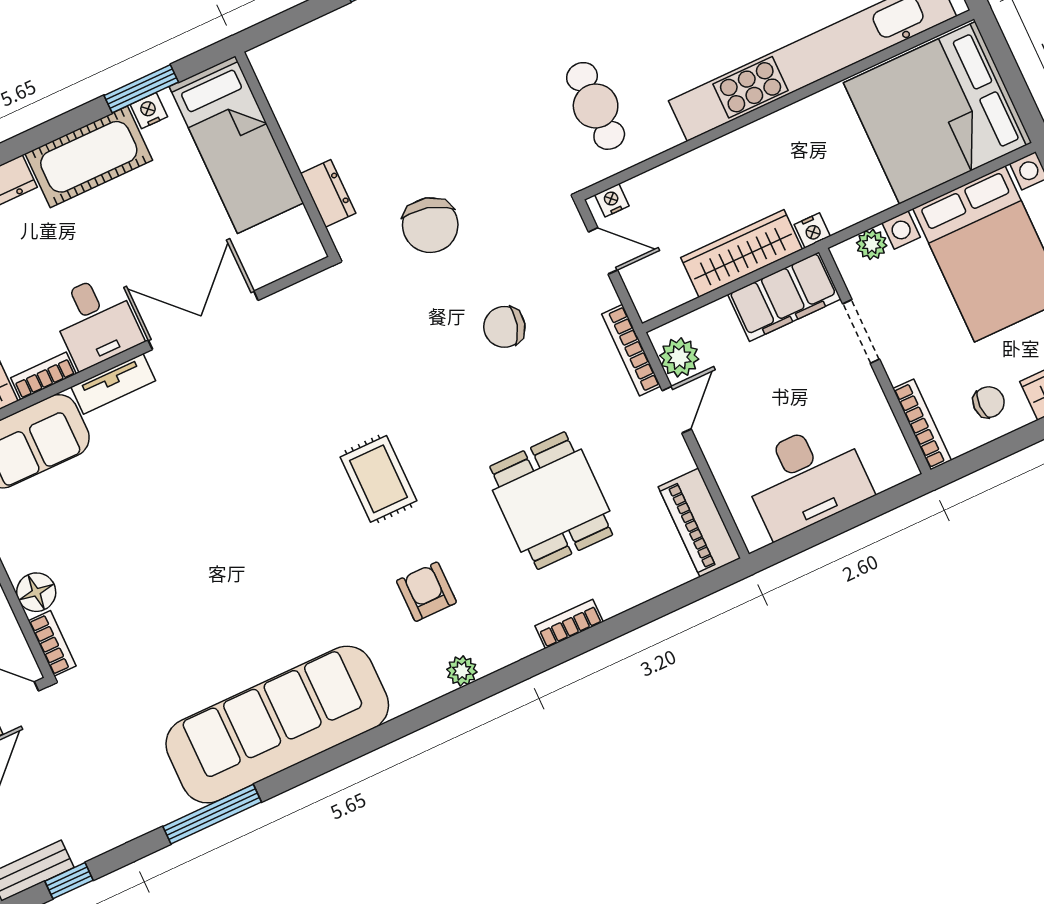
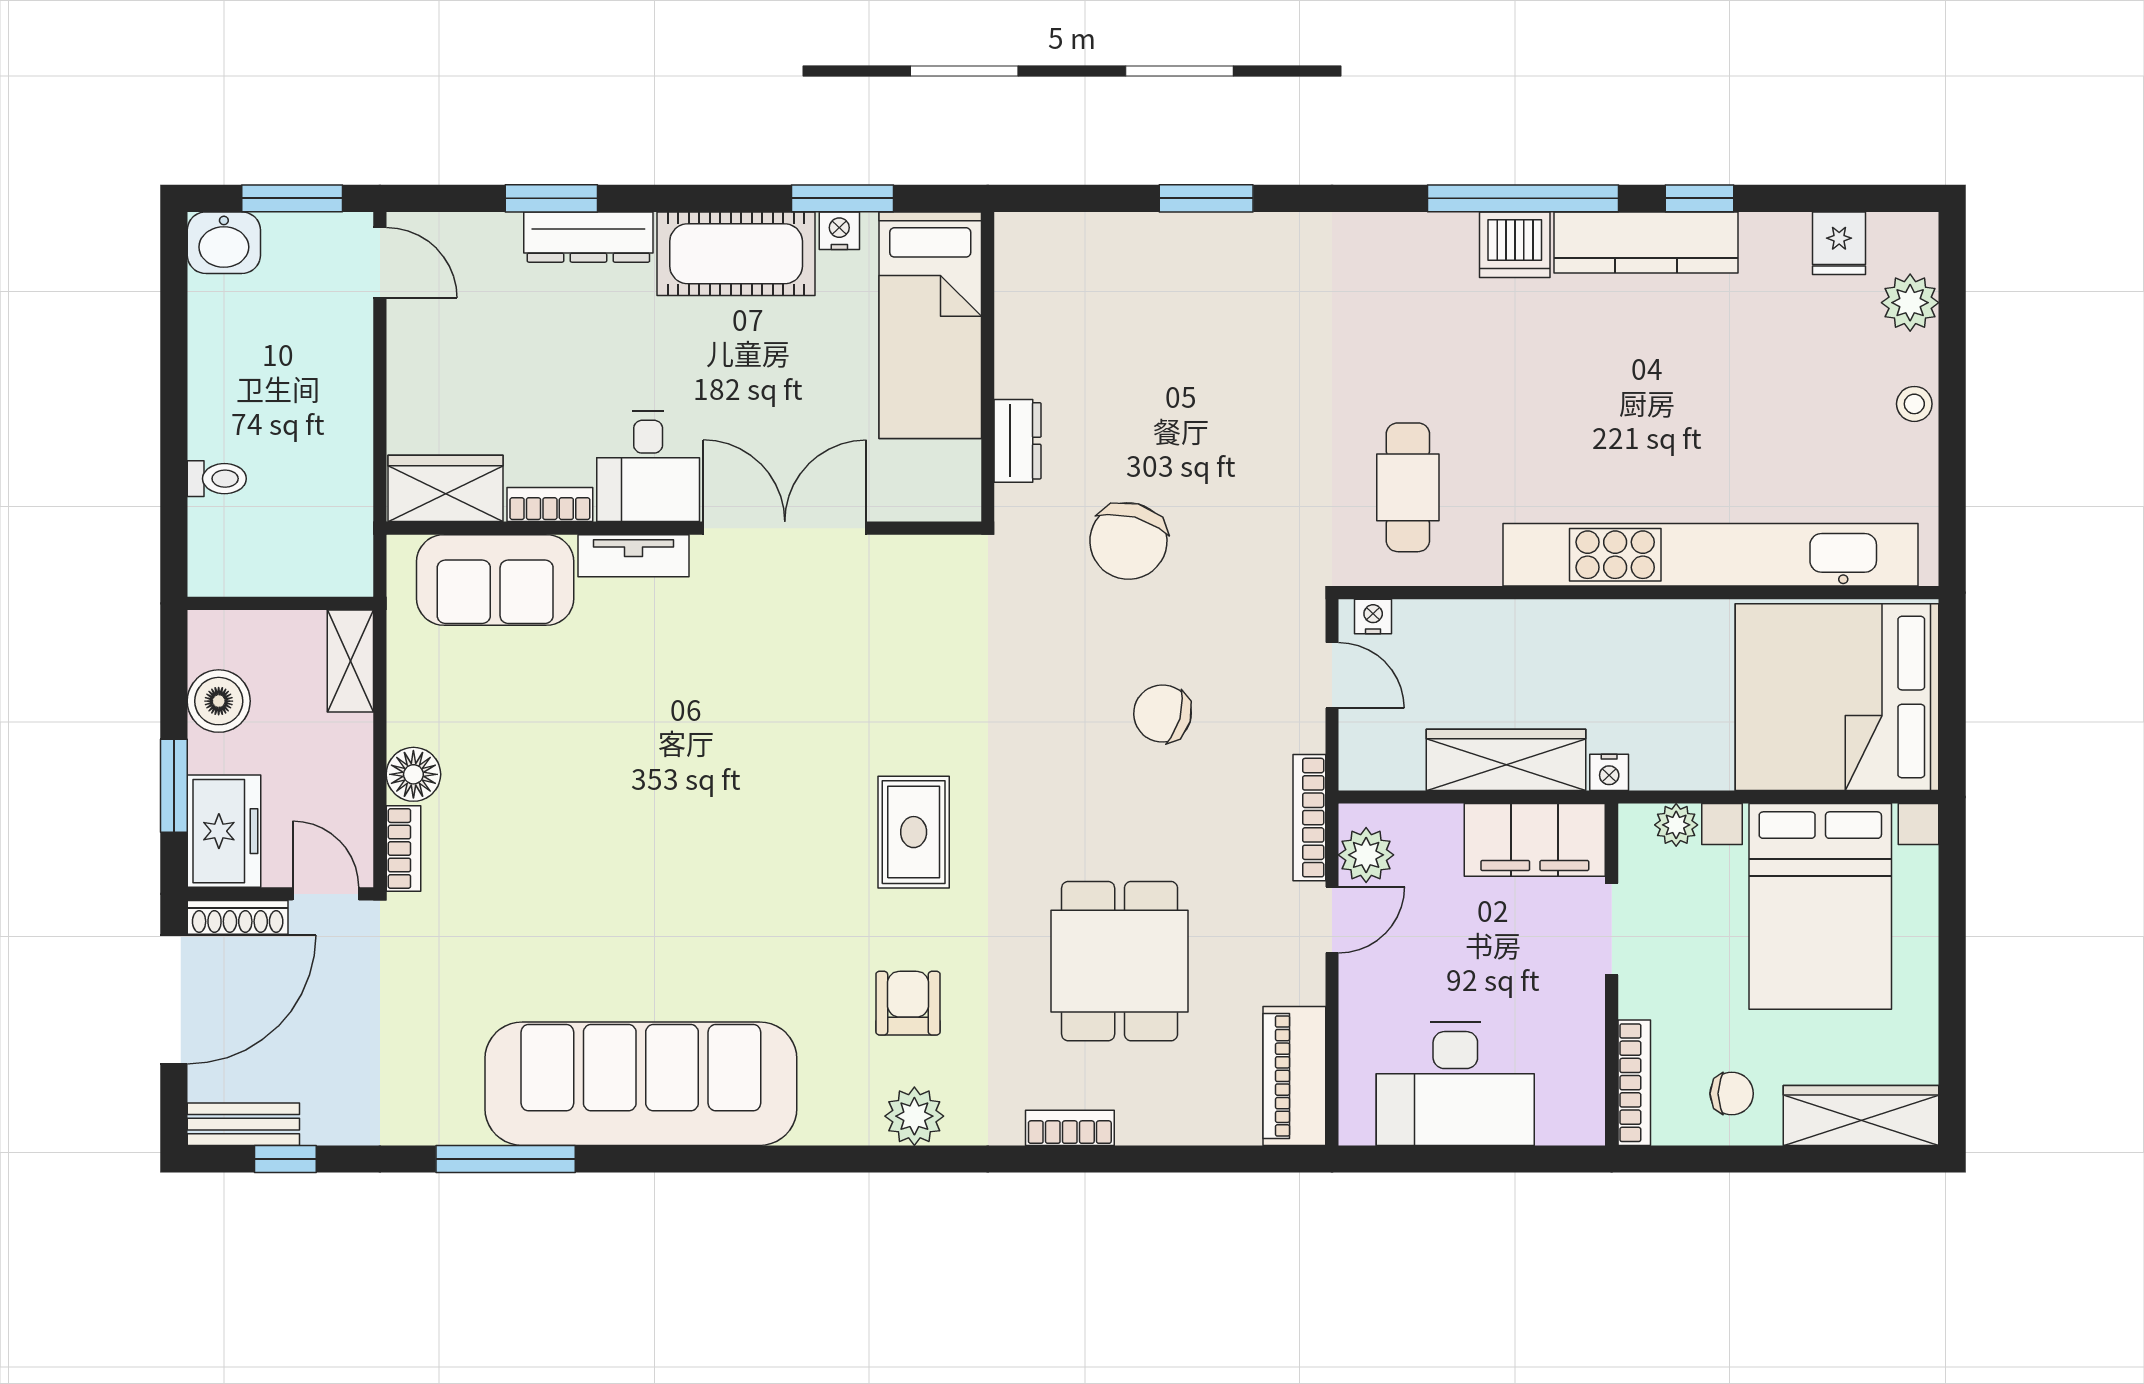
plant: (462, 671) -> (914, 1116), width x1.38, depth x1.38

